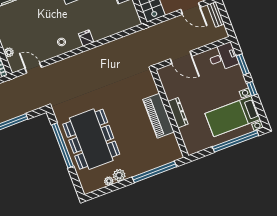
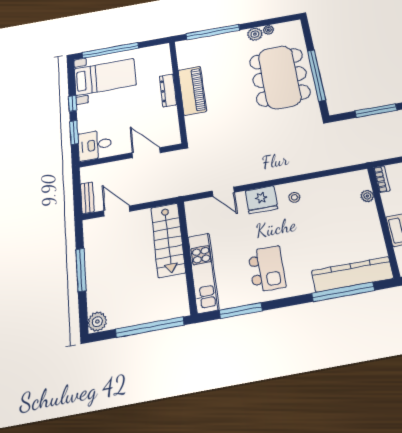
fridge: (86, 38) -> (261, 200), width x1.88, depth x1.34
door: (33, 68) -> (223, 192), moved

